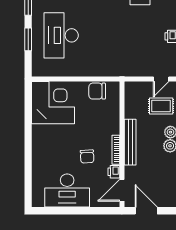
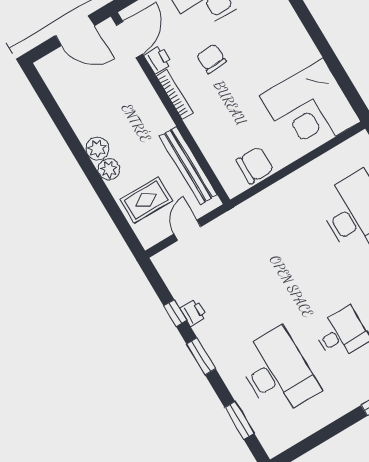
door: (161, 79) -> (187, 230), moved
bench: (130, 142) -> (188, 166), moved

